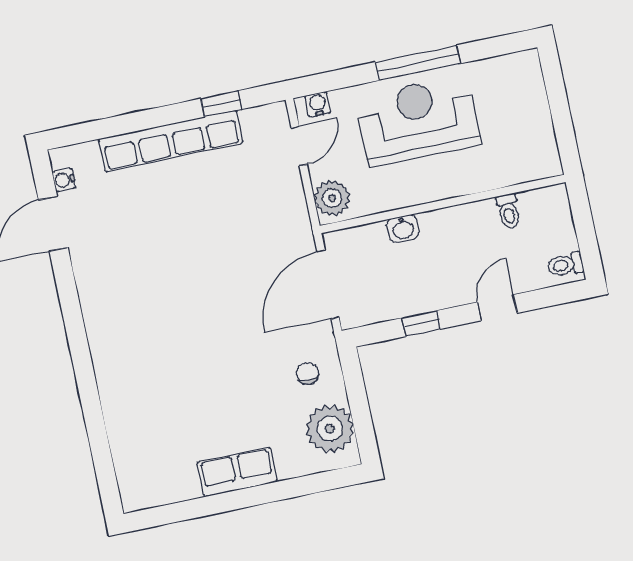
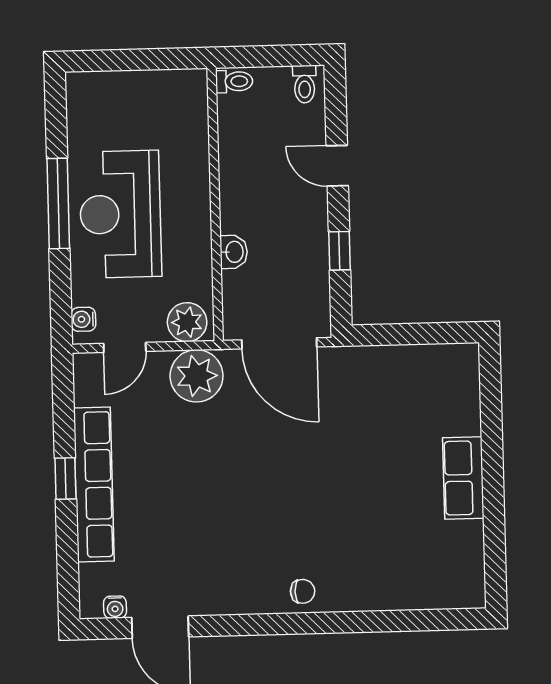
window: (221, 104) -> (65, 478), moved
door: (299, 146) -> (125, 347), swing flipped
toilet: (508, 211) -> (234, 81), moved
chair: (308, 373) -> (303, 591), moved, turned 180
plant: (330, 429) -> (197, 376), moved

